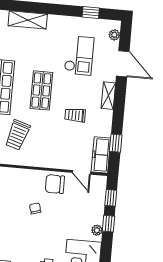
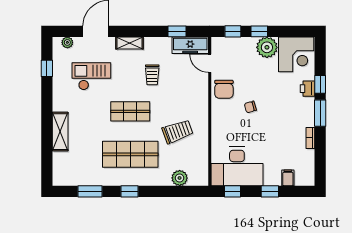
trolley: (17, 135) -> (178, 132), turned -37
door: (82, 172) -> (210, 63), swing flipped
plant: (97, 230) -> (267, 47), width x1.87, depth x1.87

